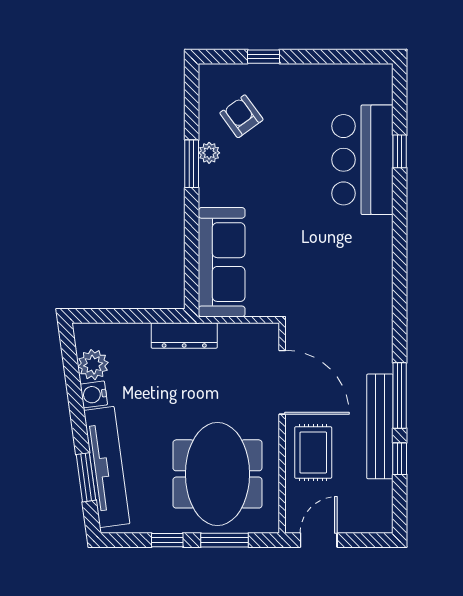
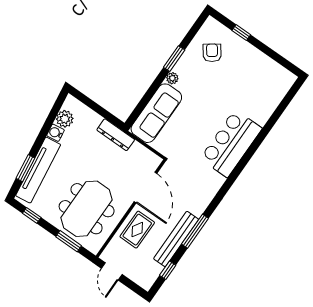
window: (400, 151) -> (273, 120), removed
plant: (209, 153) -> (172, 78), moved
bar counter: (362, 160) -> (231, 143), moved
window: (400, 459) -> (168, 270), moved
window: (167, 540) -> (32, 215), moved
door: (319, 540) -> (112, 271), swing flipped

